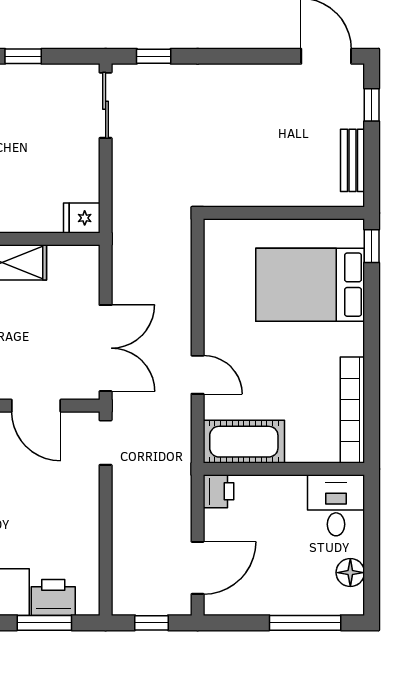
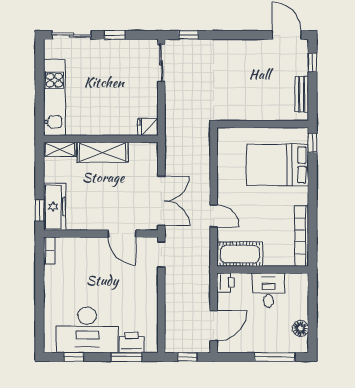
desk: (336, 505) -> (269, 290), moved

